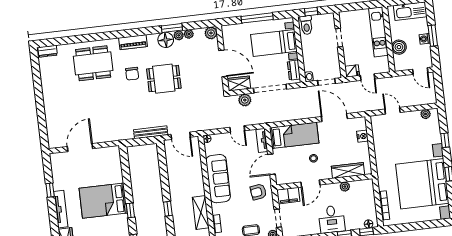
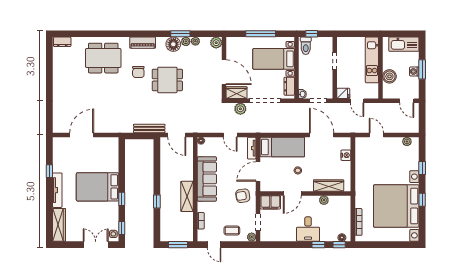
shelving: (201, 212) -> (187, 196), moved

